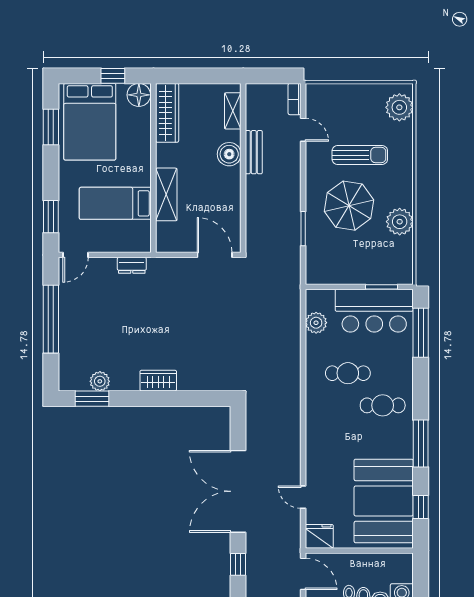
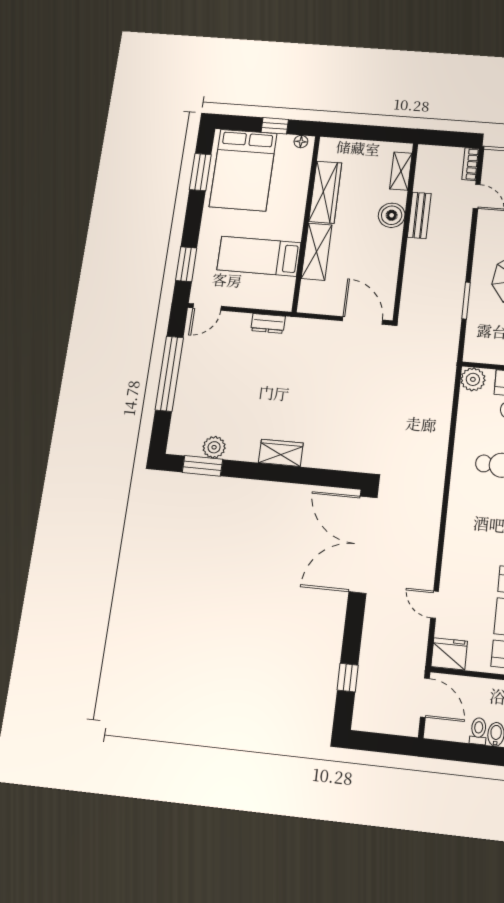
floor lamp: (139, 95) -> (301, 142), width x0.53, depth x0.53
wardrobe: (167, 113) -> (325, 192), moved
plant: (316, 323) -> (473, 379), moved
double door: (238, 491) -> (363, 544), moved

